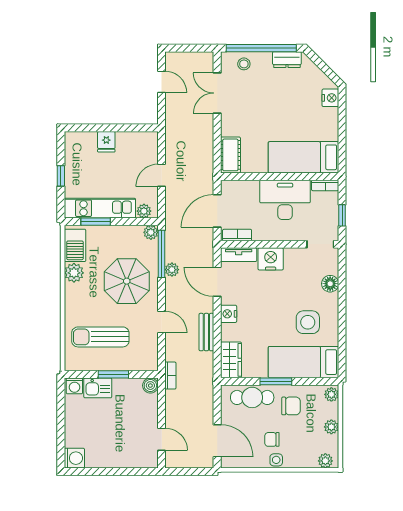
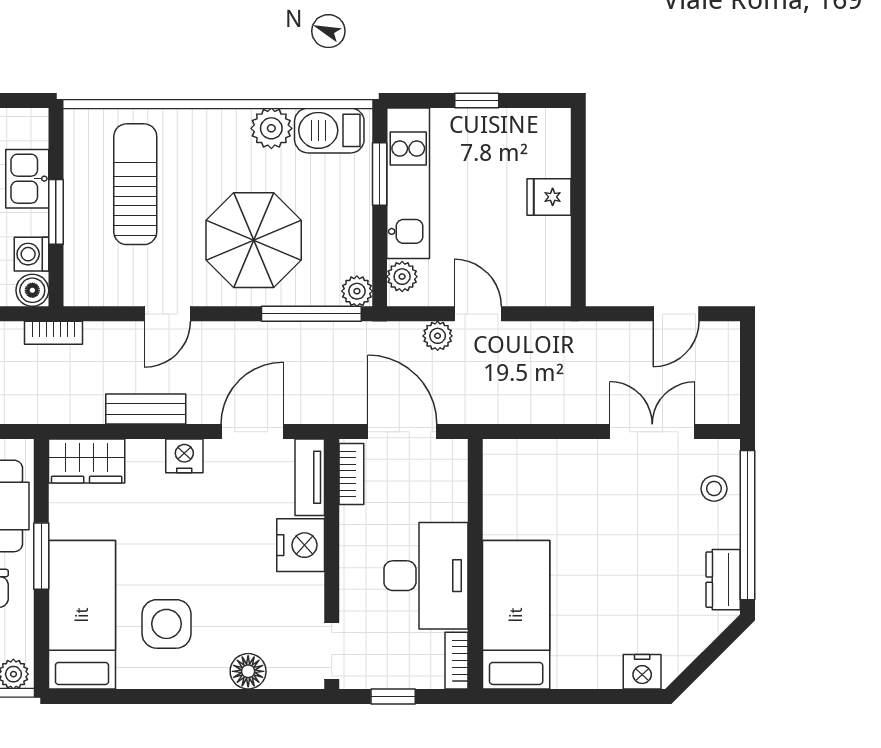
cot: (230, 155) -> (521, 460), removed
plant: (172, 270) -> (438, 336), moved
washing machine: (74, 386) -> (32, 254), moved

